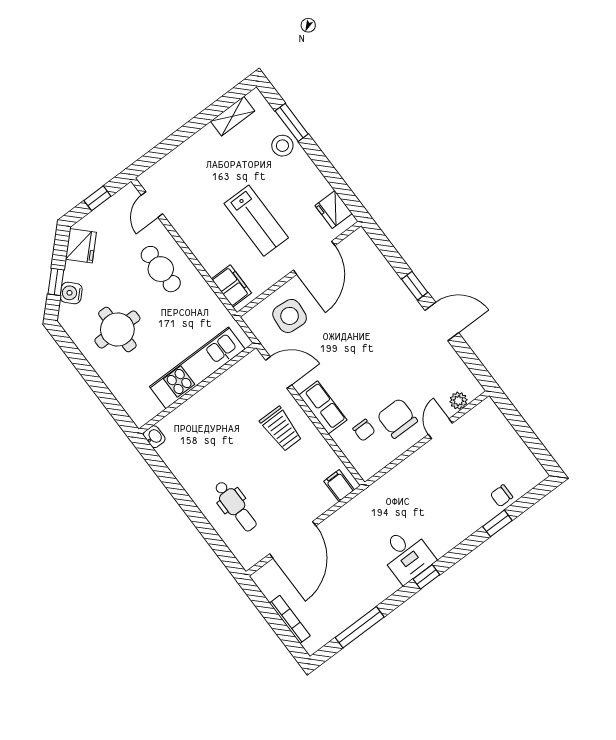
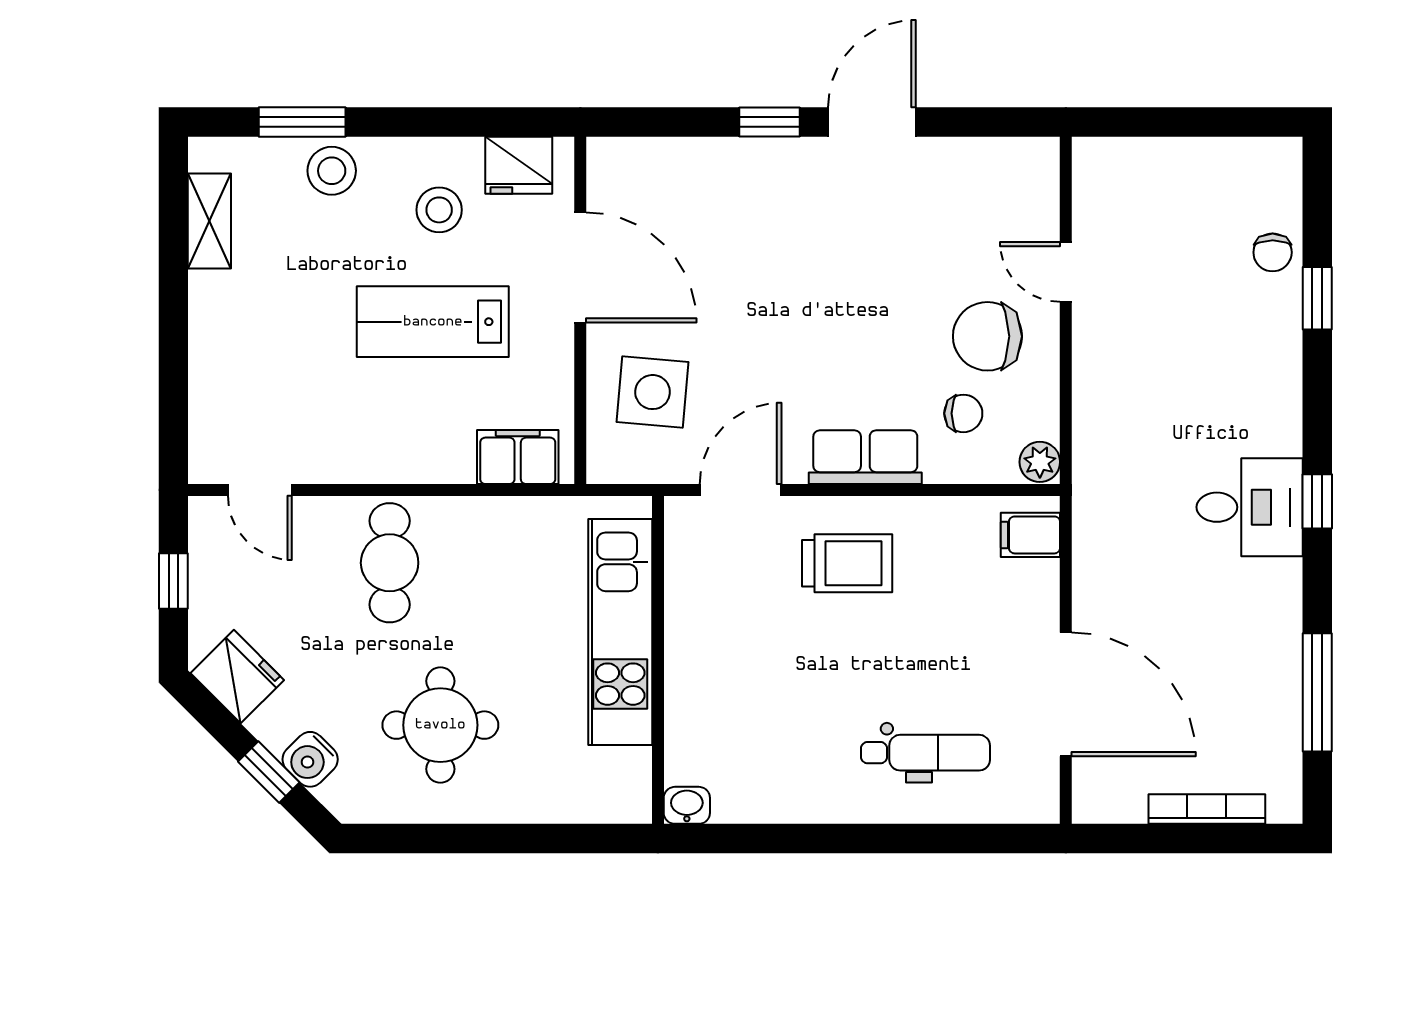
stool: (297, 193) -> (439, 210), added
lab bench: (256, 221) -> (433, 322), turned 180
cafe table: (161, 269) -> (390, 563), turned 90
plant: (459, 401) -> (1040, 462), moved

